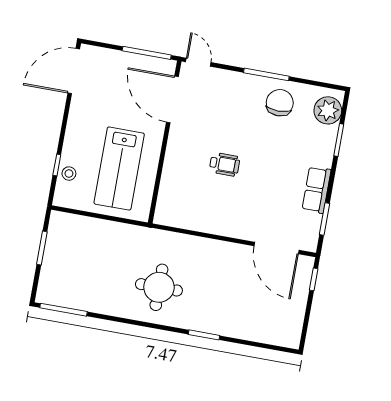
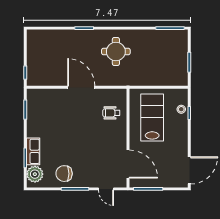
door: (198, 62) -> (106, 189), moved
chair: (280, 103) -> (64, 174), turned 90
wheelchair: (225, 164) -> (111, 113), moved
row of seats: (317, 190) -> (33, 151), moved
door: (276, 248) -> (81, 87), moved

